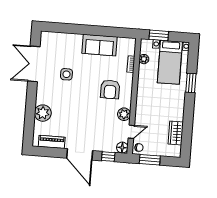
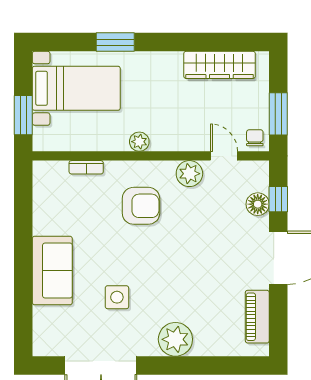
sofa: (100, 45) -> (52, 270), moved
plant: (144, 59) -> (139, 142), moved
plant: (43, 113) -> (175, 339), moved
wardrobe: (176, 133) -> (220, 65), width x1.50
floor lamp: (122, 148) -> (258, 204), moved

